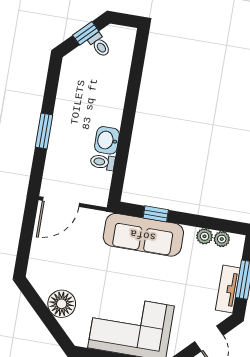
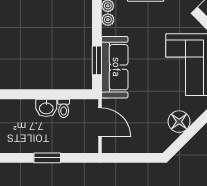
door: (61, 202) -> (100, 122), moved
window: (156, 214) -> (97, 60), width x1.50

